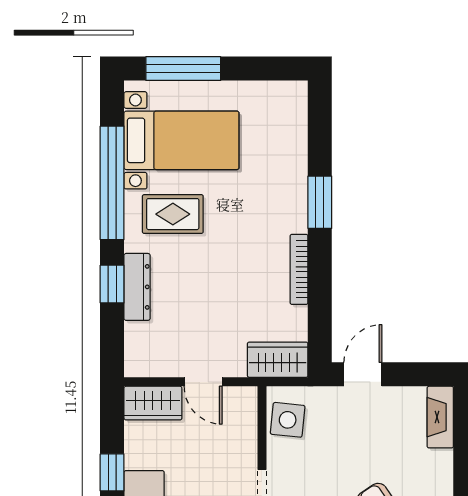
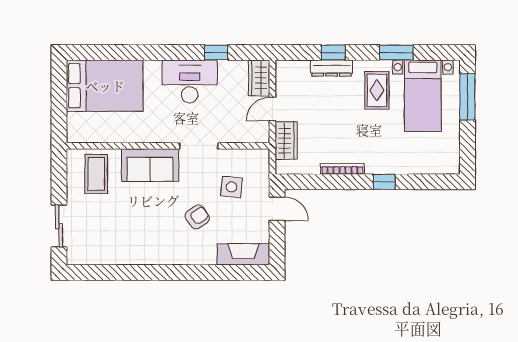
window: (112, 183) -> (396, 52), width x0.47
window: (320, 202) -> (384, 182), width x0.67
wardrobe: (278, 360) -> (286, 141), moved
fireplace: (440, 417) -> (243, 254), width x1.37, depth x1.32
side table: (288, 420) -> (231, 187), moved

